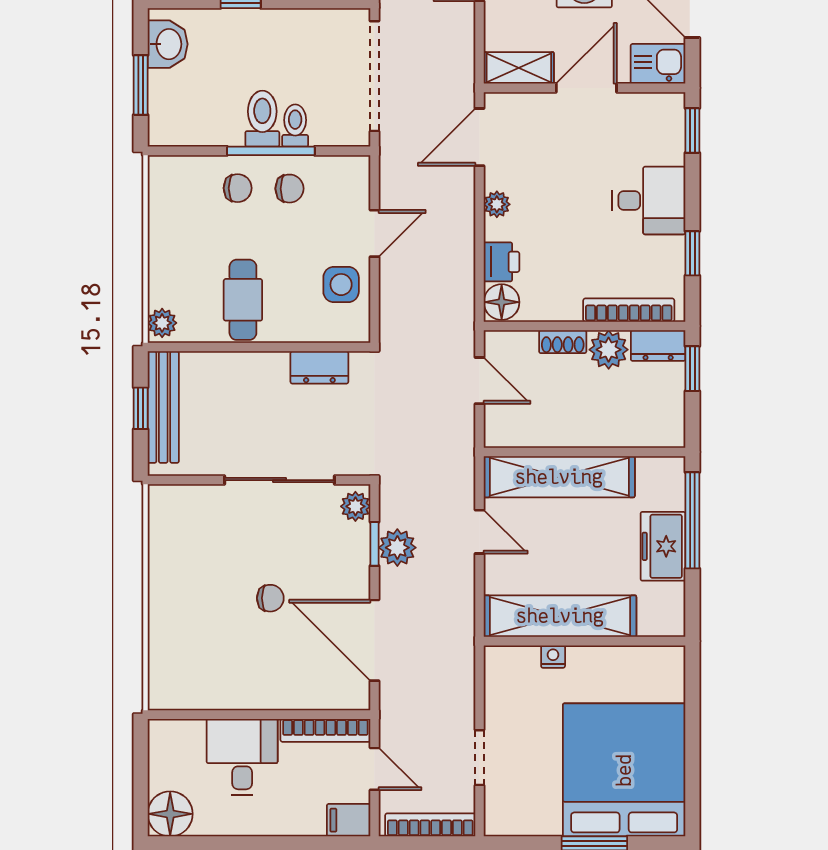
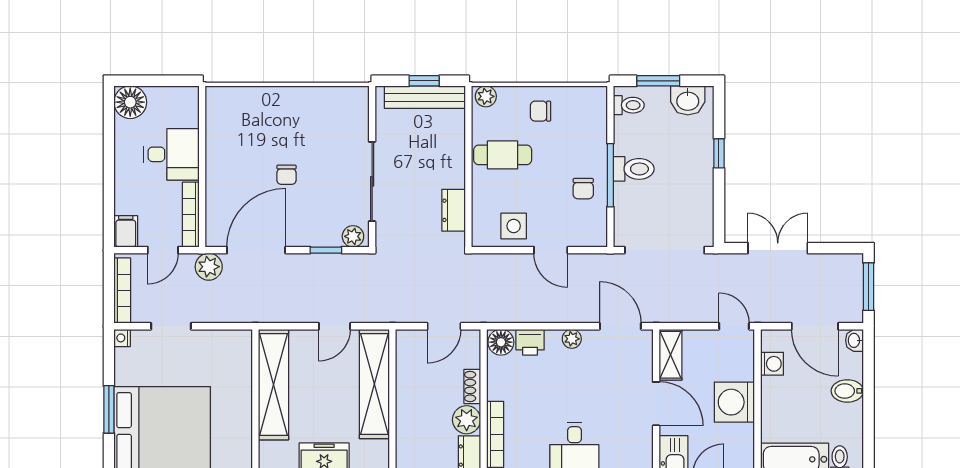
toilet: (295, 126) -> (629, 105), moved
chair: (238, 188) -> (541, 111), moved, turned 90
plant: (397, 548) -> (209, 267), moved
nightstand: (553, 657) -> (122, 338), moved, turned 180

